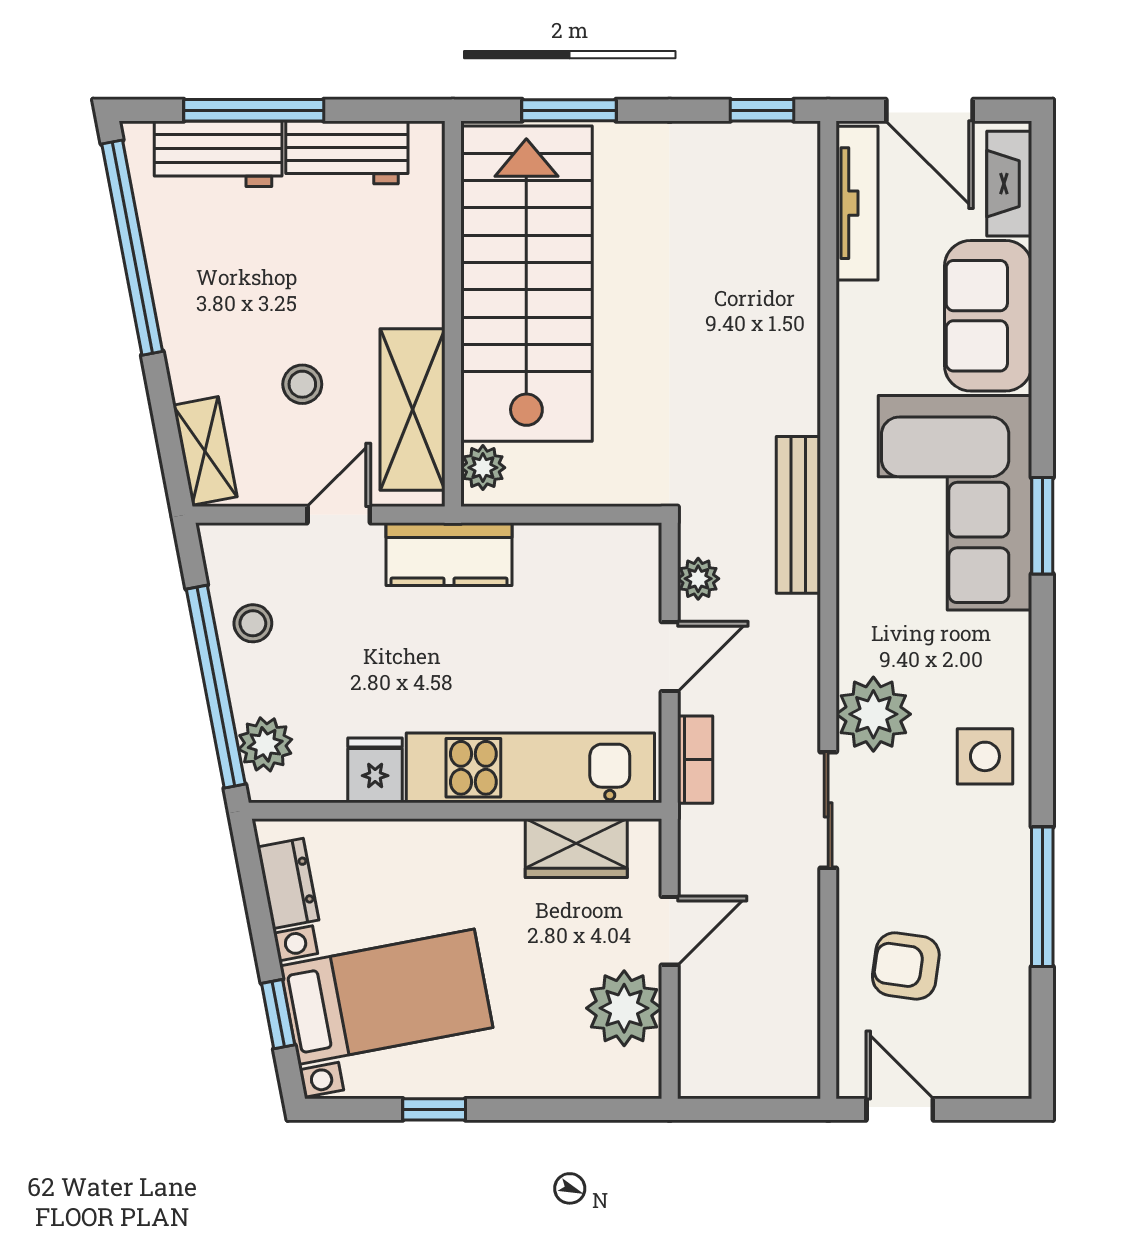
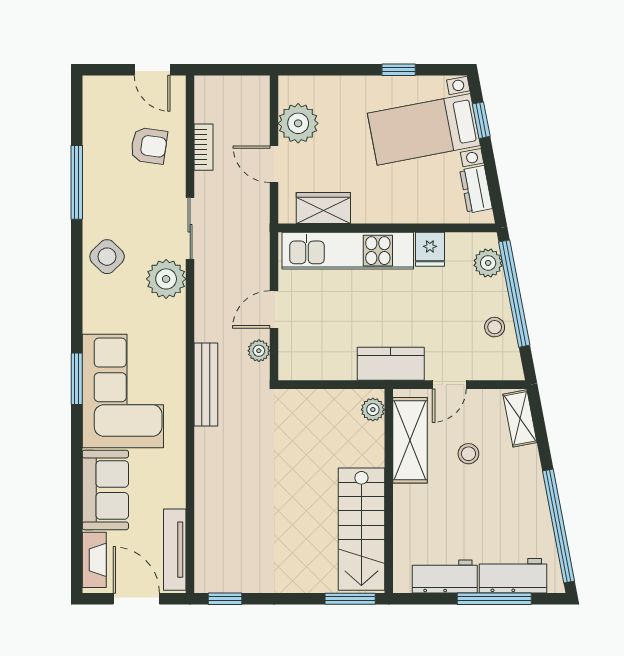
window: (569, 110) -> (350, 599), moved
stairs: (526, 284) -> (361, 529), width x0.73, depth x0.66
side table: (985, 756) -> (107, 257), turned 45
bookcase: (695, 760) -> (203, 147), moved, turned 180
door: (670, 931) -> (274, 164), hinge flipped

